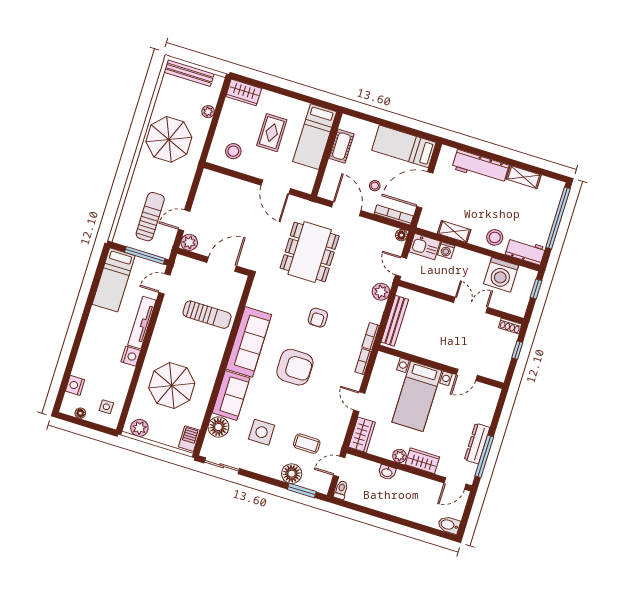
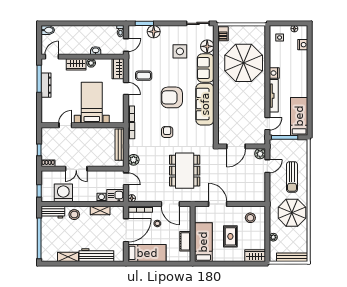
sun lounger: (150, 217) -> (292, 177), moved
sun lounger: (207, 315) -> (235, 113), removed
parasol: (172, 386) -> (244, 63), width x1.36, depth x1.36
plant: (139, 428) -> (255, 31), removed
coffee table: (307, 444) -> (144, 76), moved

